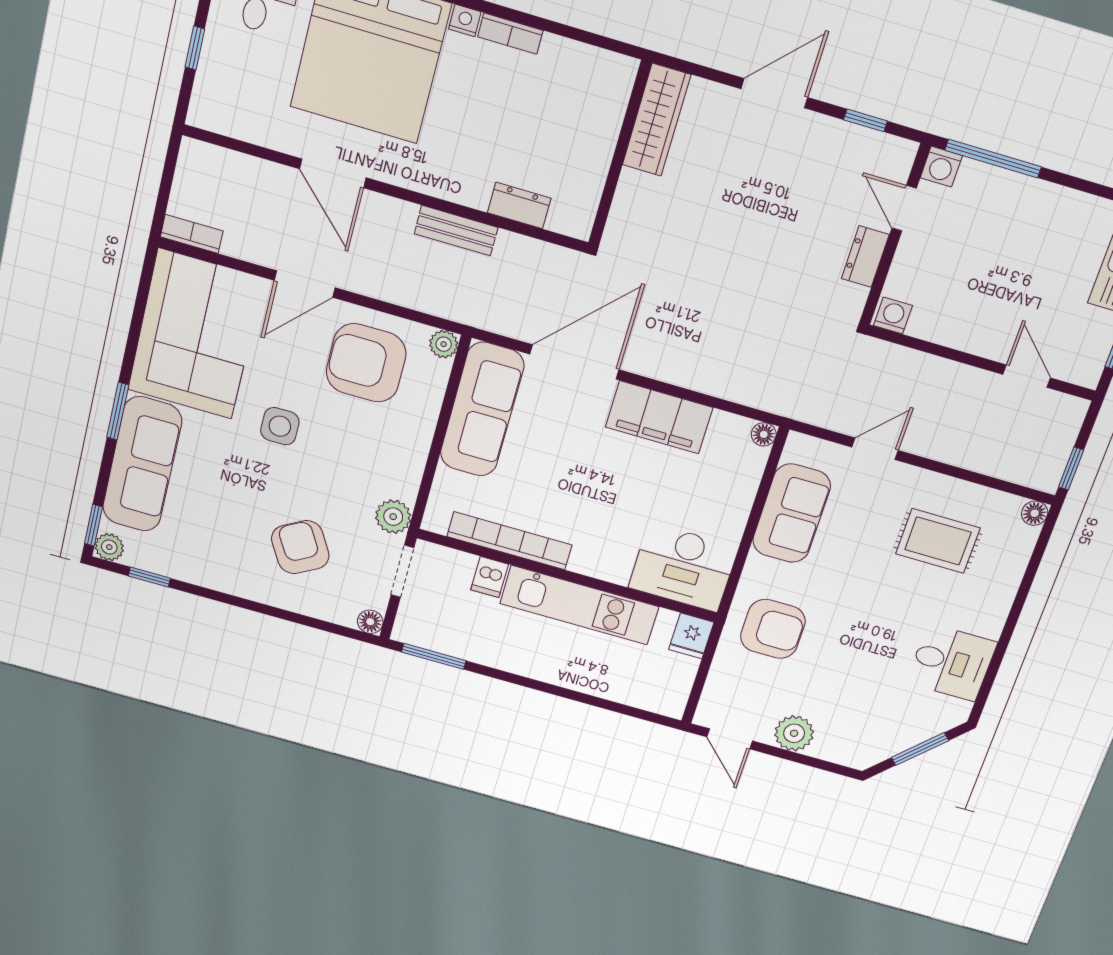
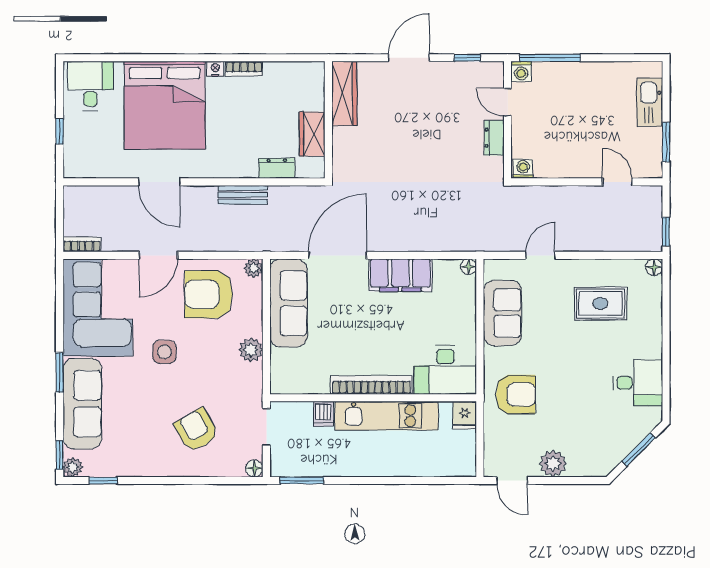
wardrobe: (588, 169) -> (312, 134), added
plant: (393, 517) -> (251, 350), moved
bookcase: (509, 541) -> (372, 385), moved

